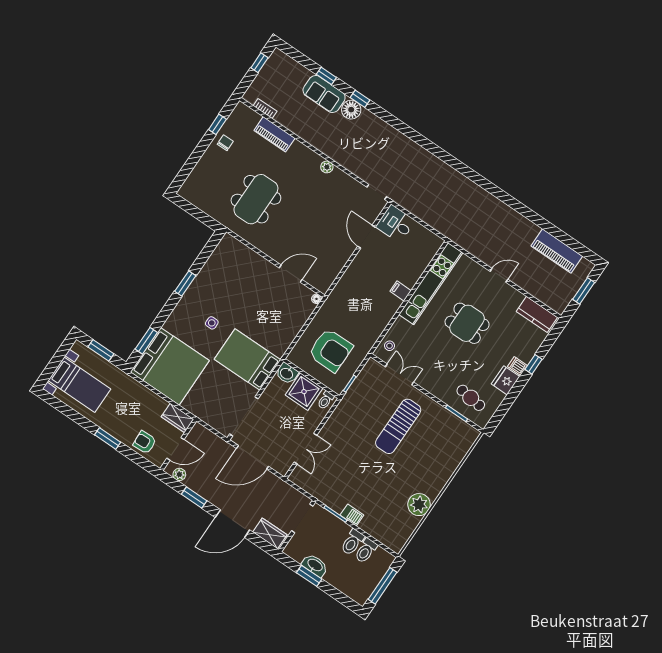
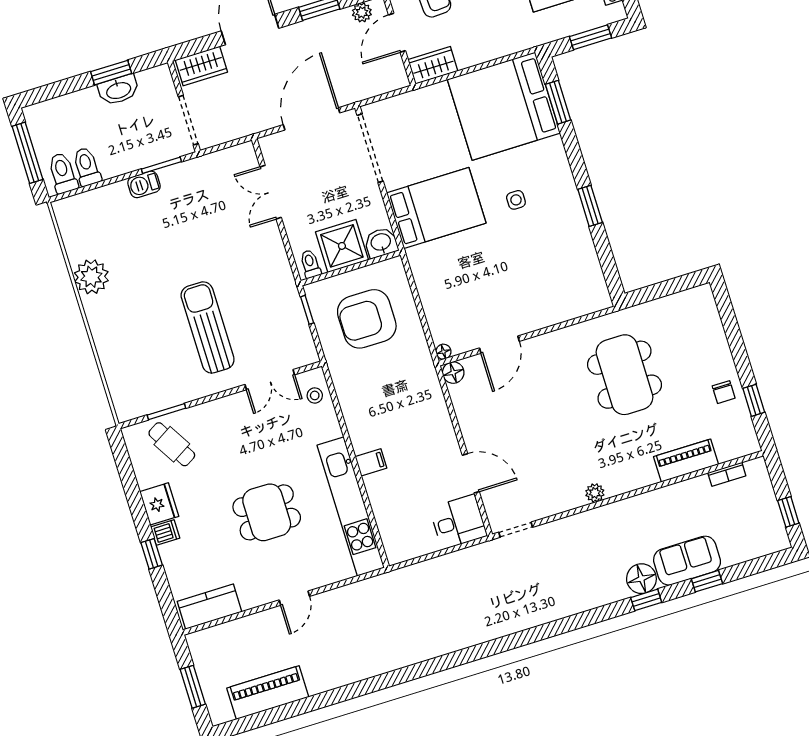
floor lamp: (323, 286) -> (453, 373), added
cafe table: (471, 398) -> (172, 444), turned 52
toilet: (352, 542) -> (63, 173), moved

